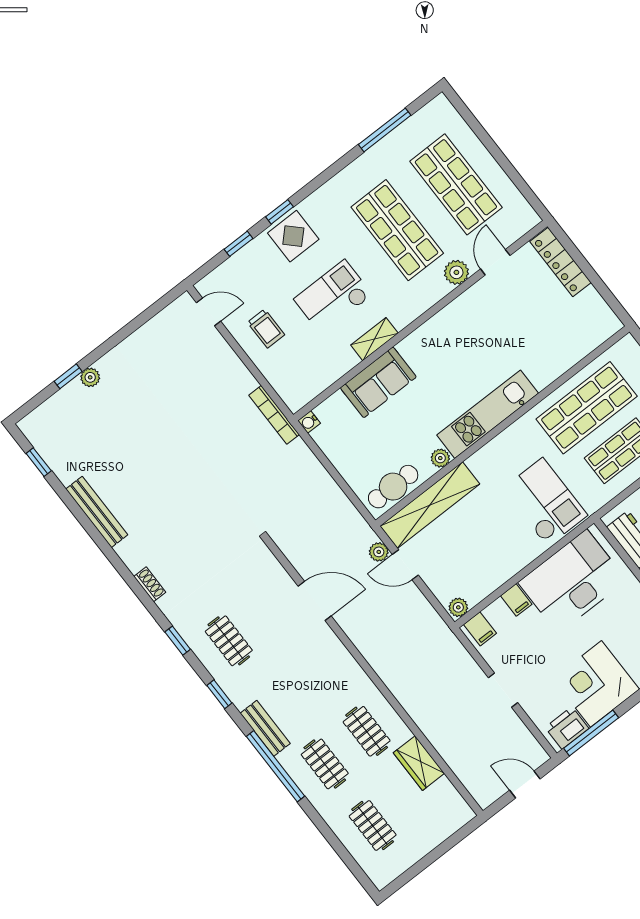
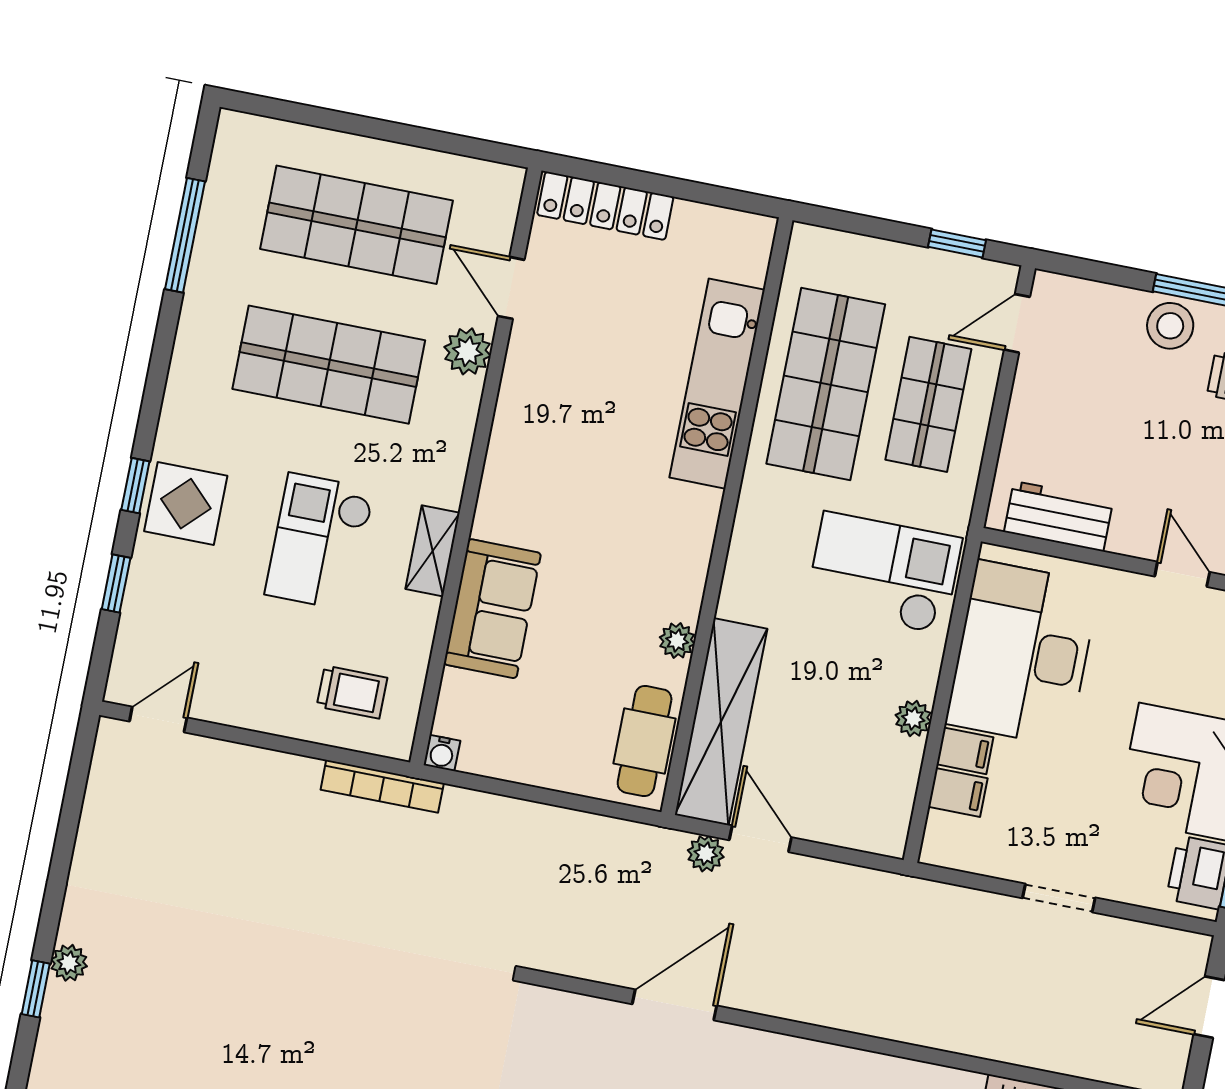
trolley: (266, 329) -> (352, 692), moved
kitchen unit: (488, 414) -> (717, 384), moved
door: (405, 565) -> (760, 839), swing flipped
plant: (458, 607) -> (913, 719), moved
filing cabinet: (480, 629) -> (958, 793), moved

